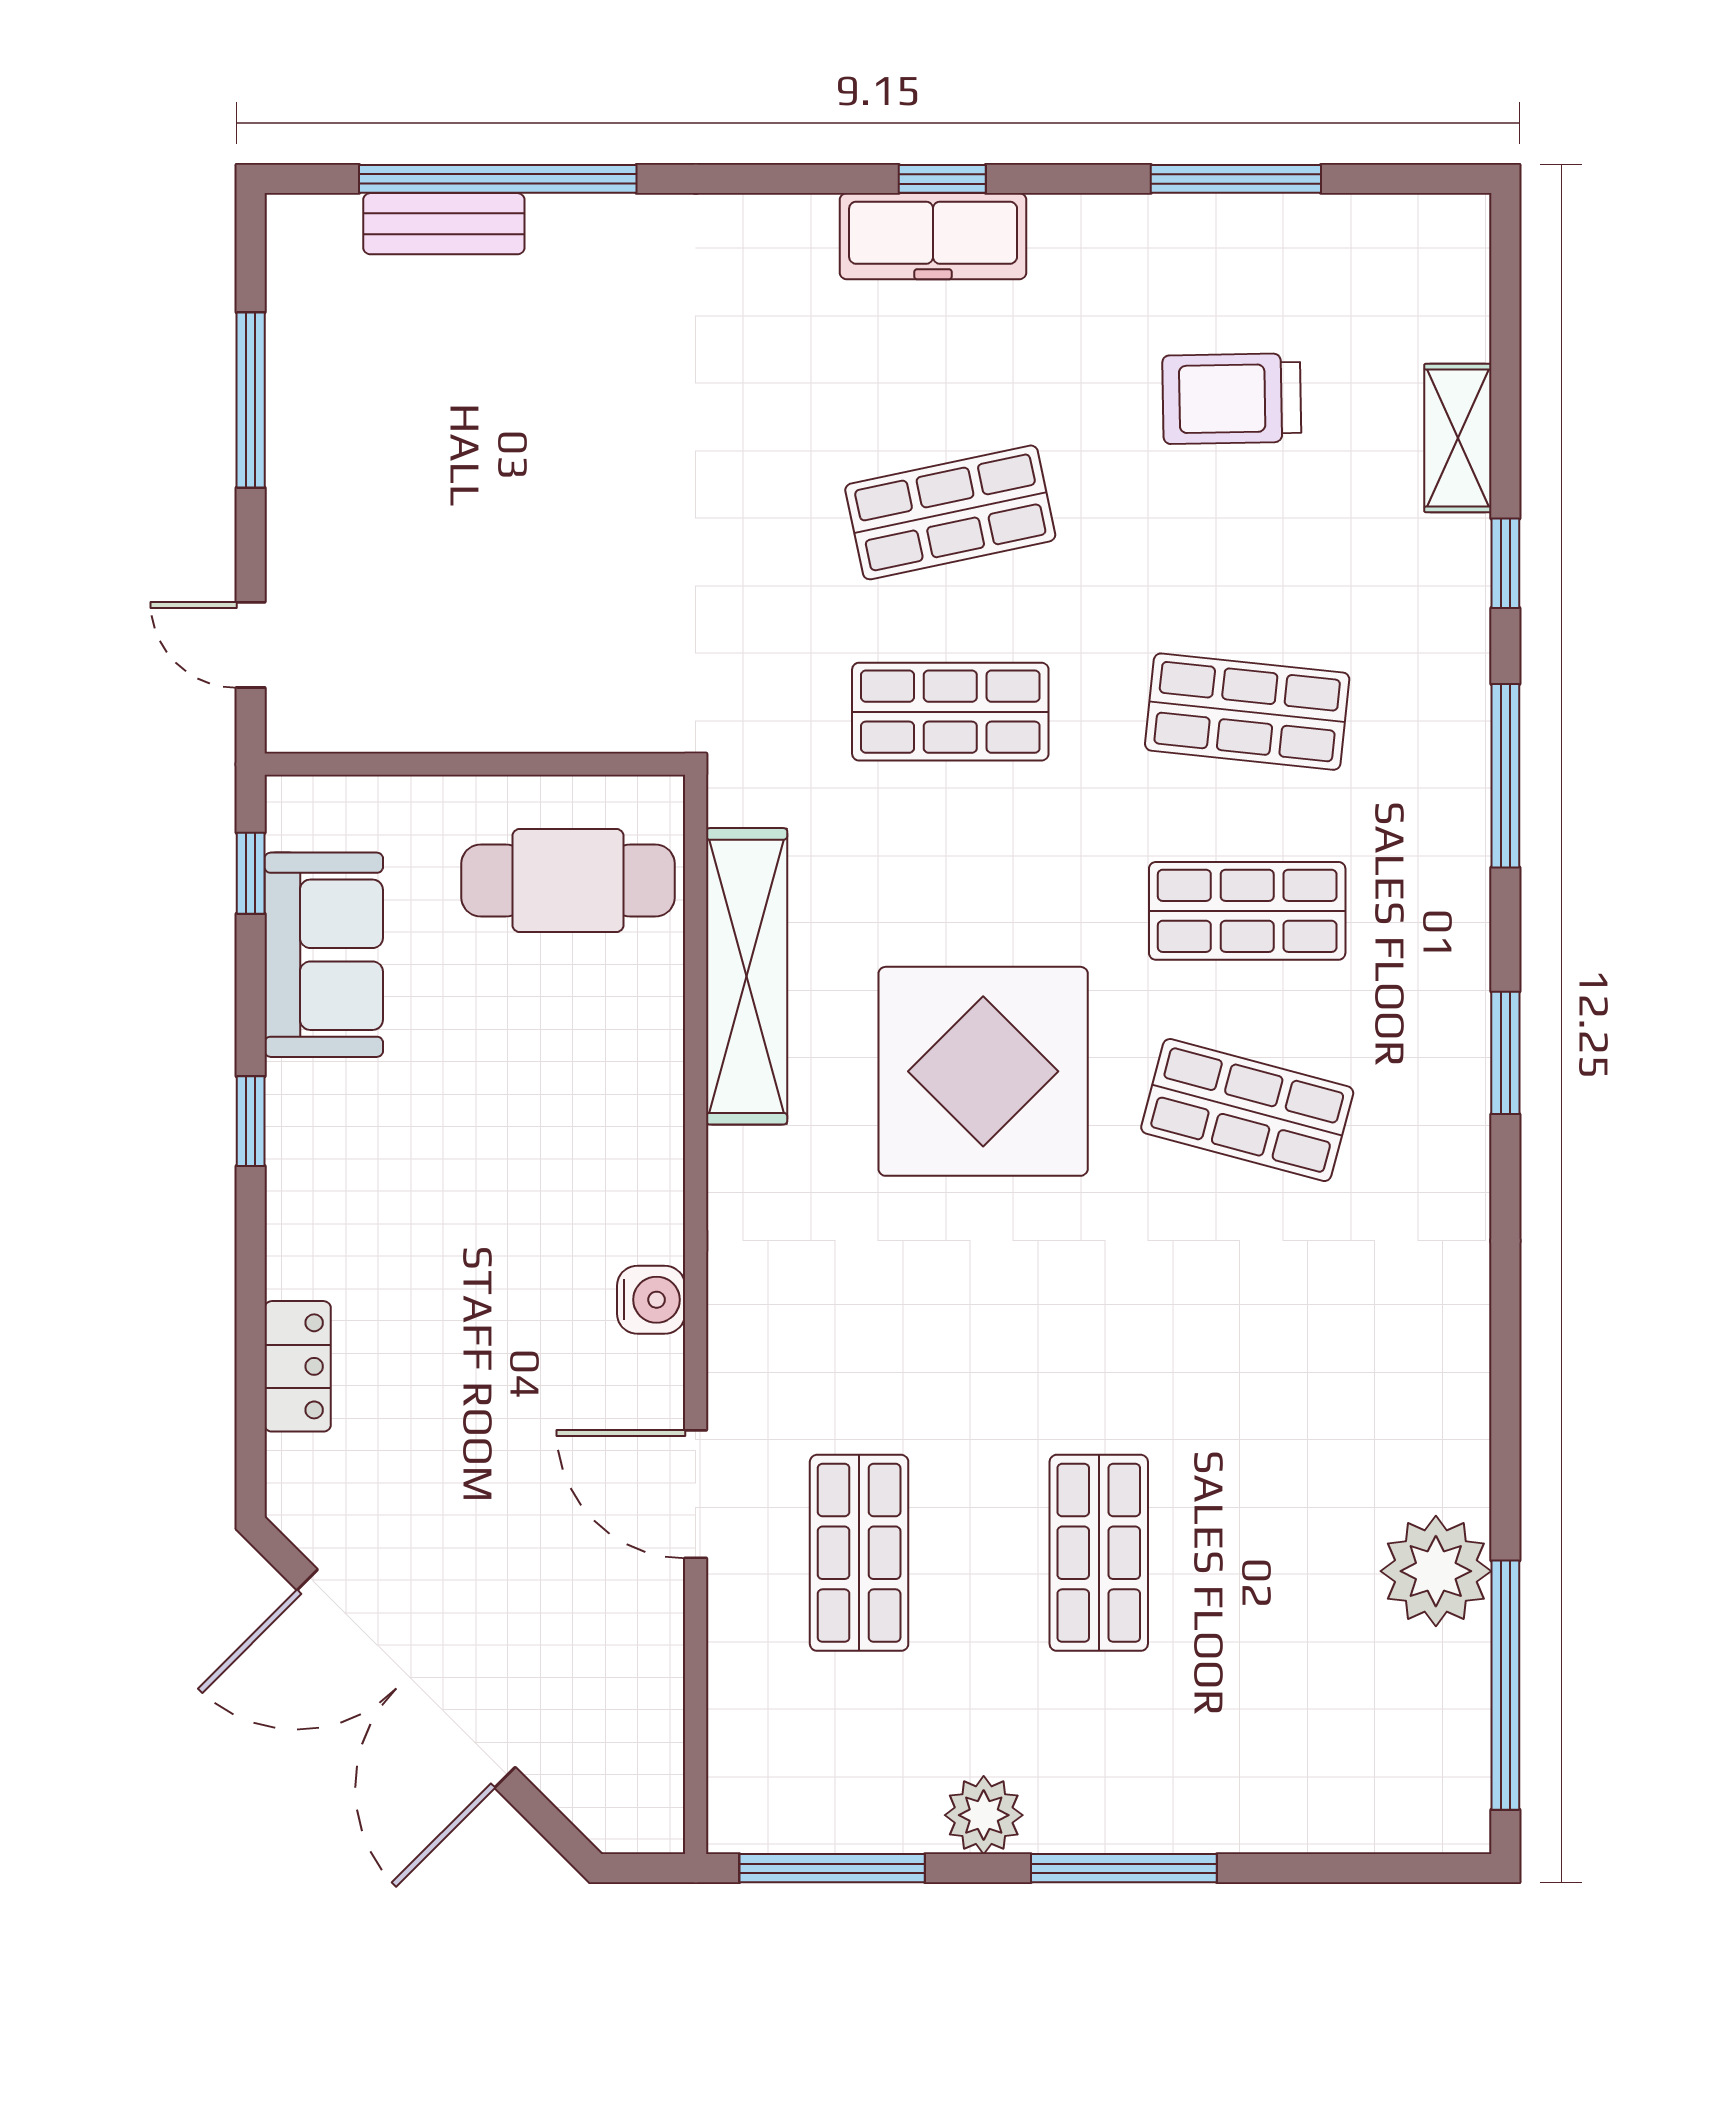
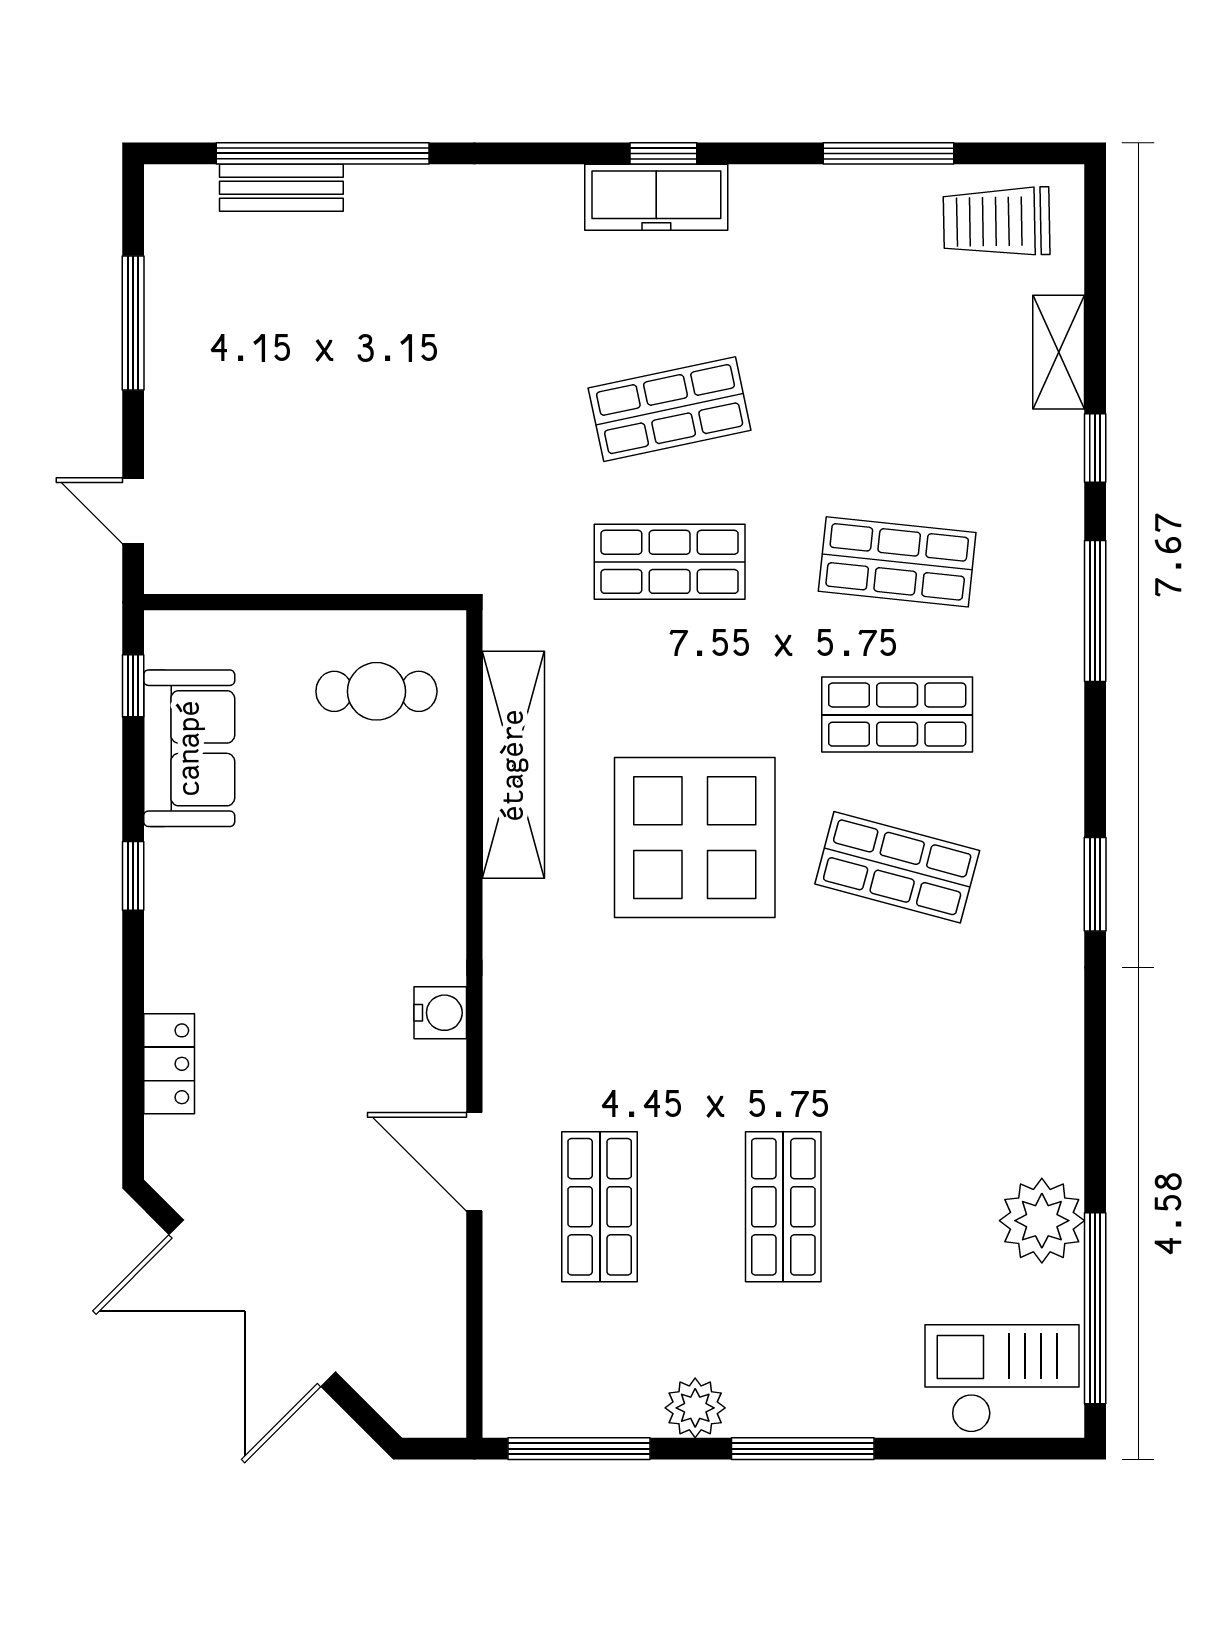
trolley: (1232, 399) -> (997, 221), moved
cafe table: (568, 881) -> (376, 691), width x0.73, depth x0.74
window: (1505, 1053) -> (1095, 884), moved
checkout: (1384, 1777) -> (1002, 1379), added

